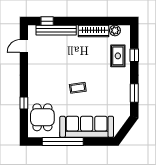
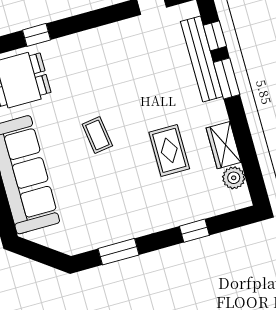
window: (68, 21) -> (227, 78), added
wardrobe: (93, 31) -> (224, 145), width x0.67
rug: (118, 56) -> (169, 150), moved, turned 90

